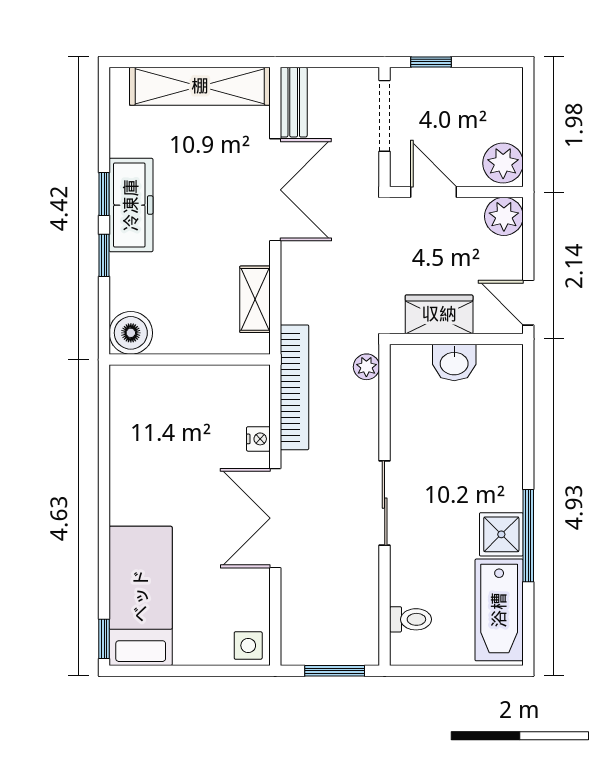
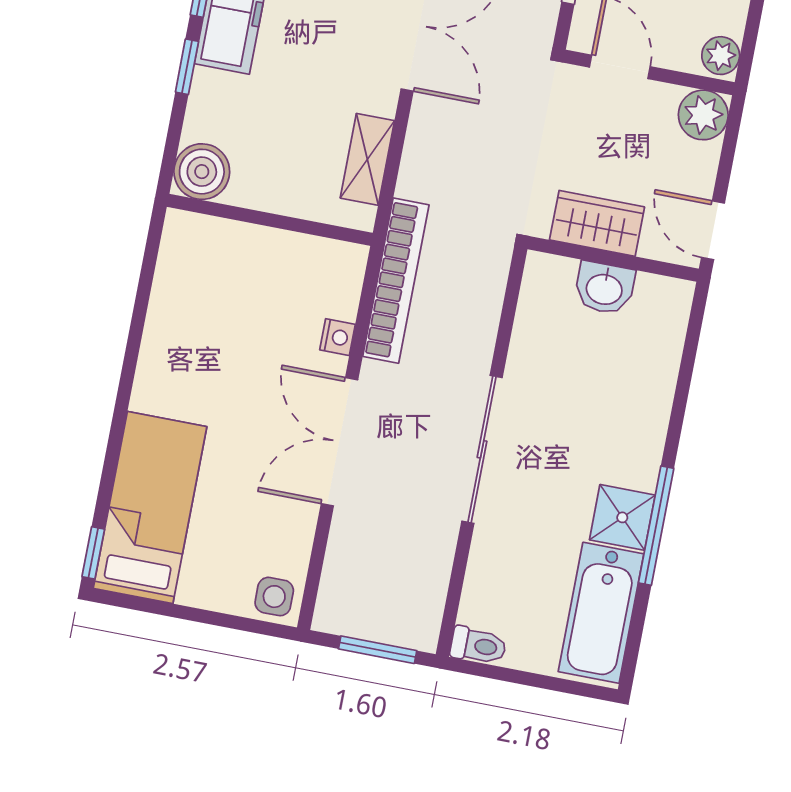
plant: (503, 163) -> (721, 56), width x0.73, depth x0.73
plant: (366, 367) -> (492, 272), removed
sliding door: (385, 503) -> (482, 449), width x1.37
toilet: (411, 619) -> (478, 646), moved

